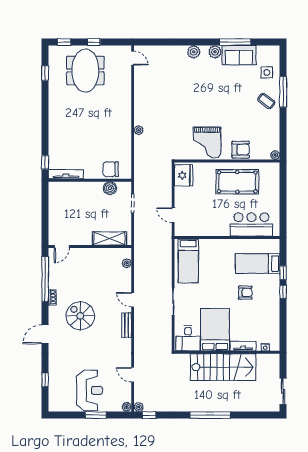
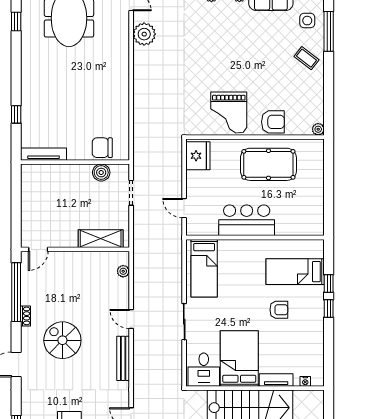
window: (283, 92) -> (329, 31), moved
plant: (139, 130) -> (144, 34), moved, width x1.87, depth x1.87
window: (45, 162) -> (16, 114), moved
bar counter: (251, 224) -> (247, 220), moved
bench: (127, 325) -> (123, 358), width x1.36

